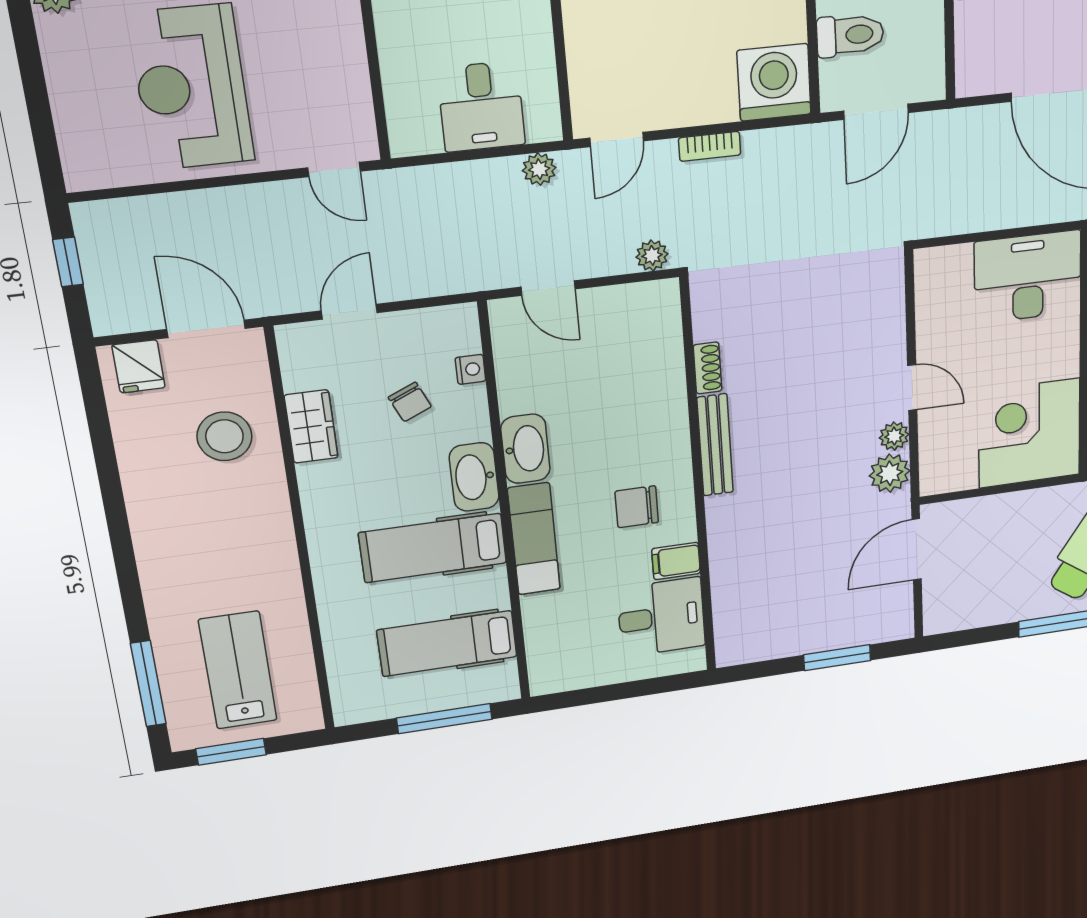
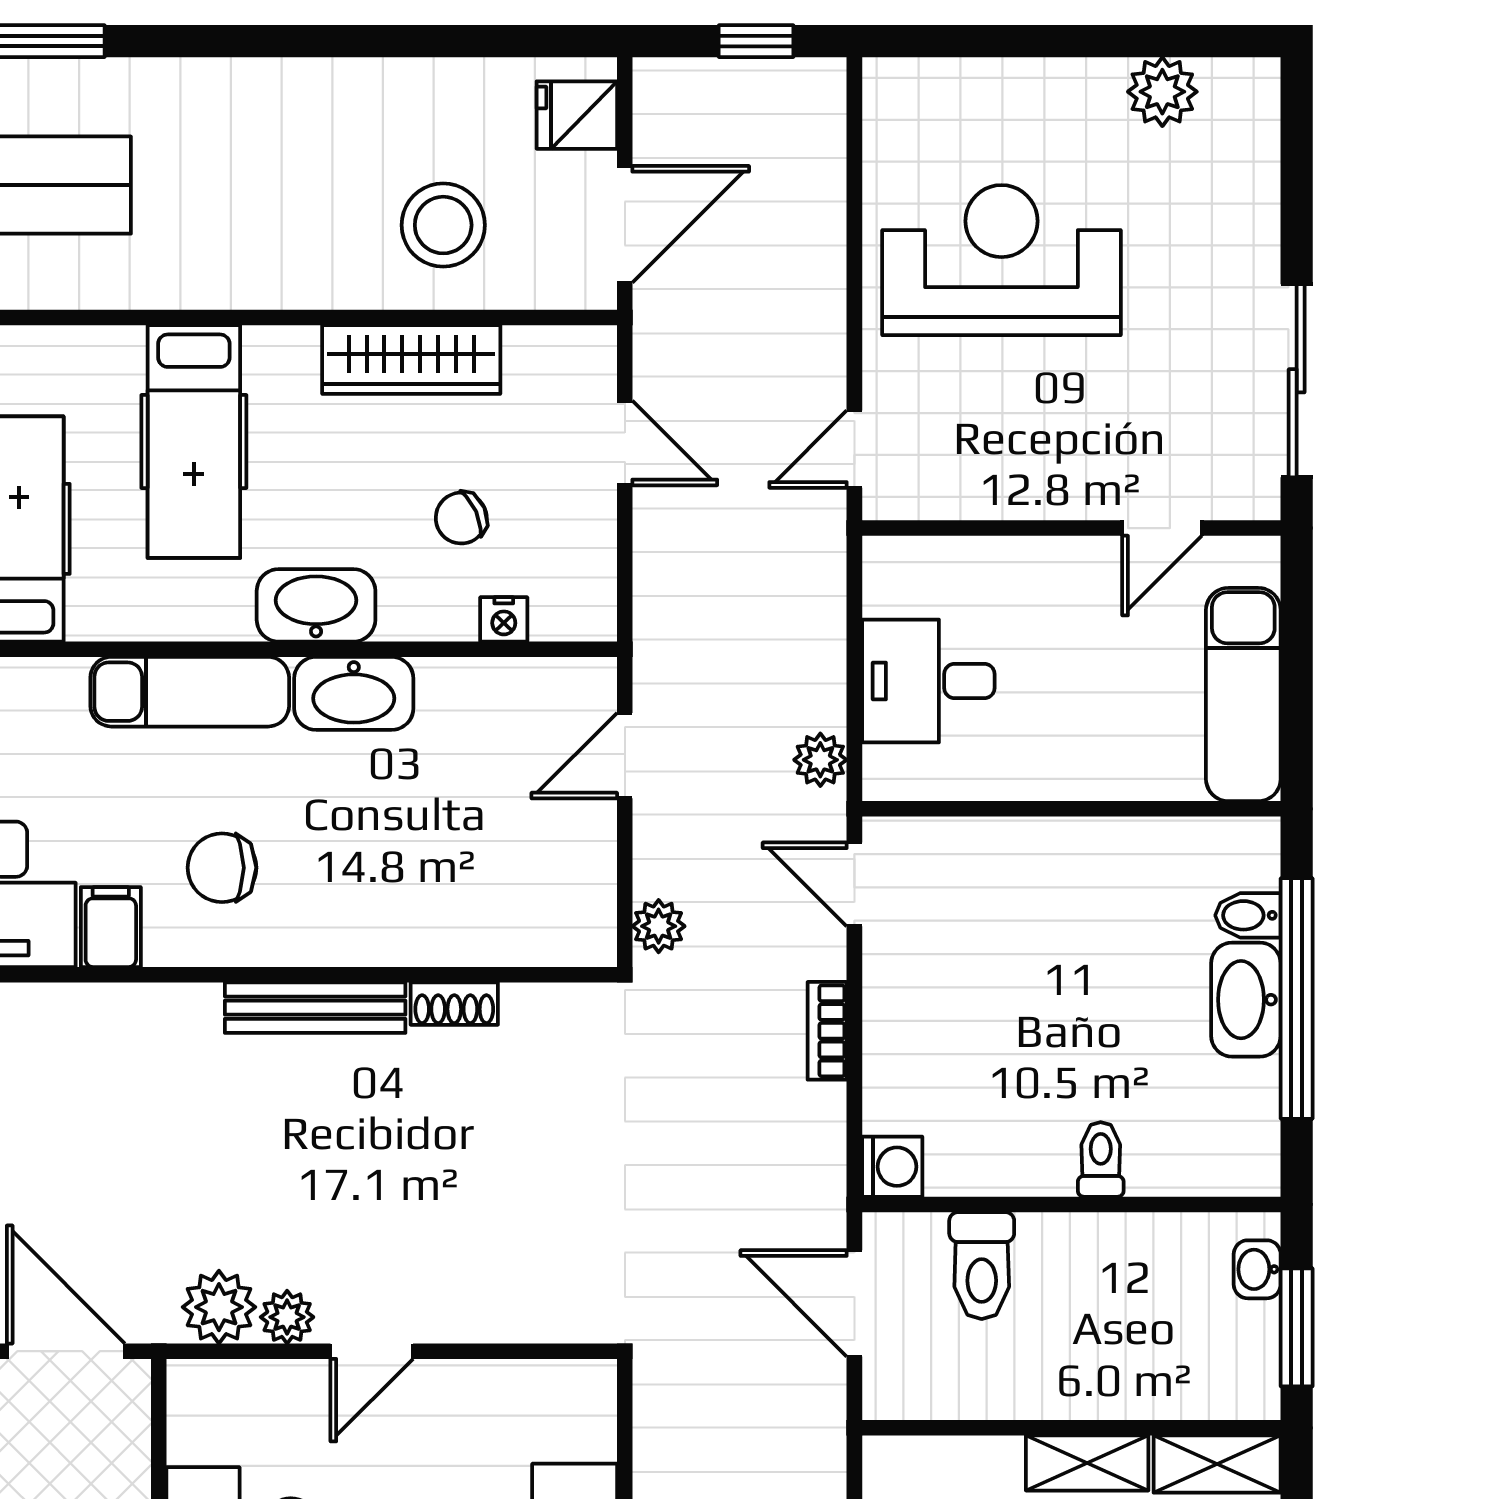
washing machine: (774, 82) -> (892, 1167), width x0.53, depth x0.53
wardrobe: (311, 427) -> (411, 360), width x1.50
chair: (637, 507) -> (222, 868), turned -90
hospital bed: (433, 548) -> (194, 441), moved, turned 180

